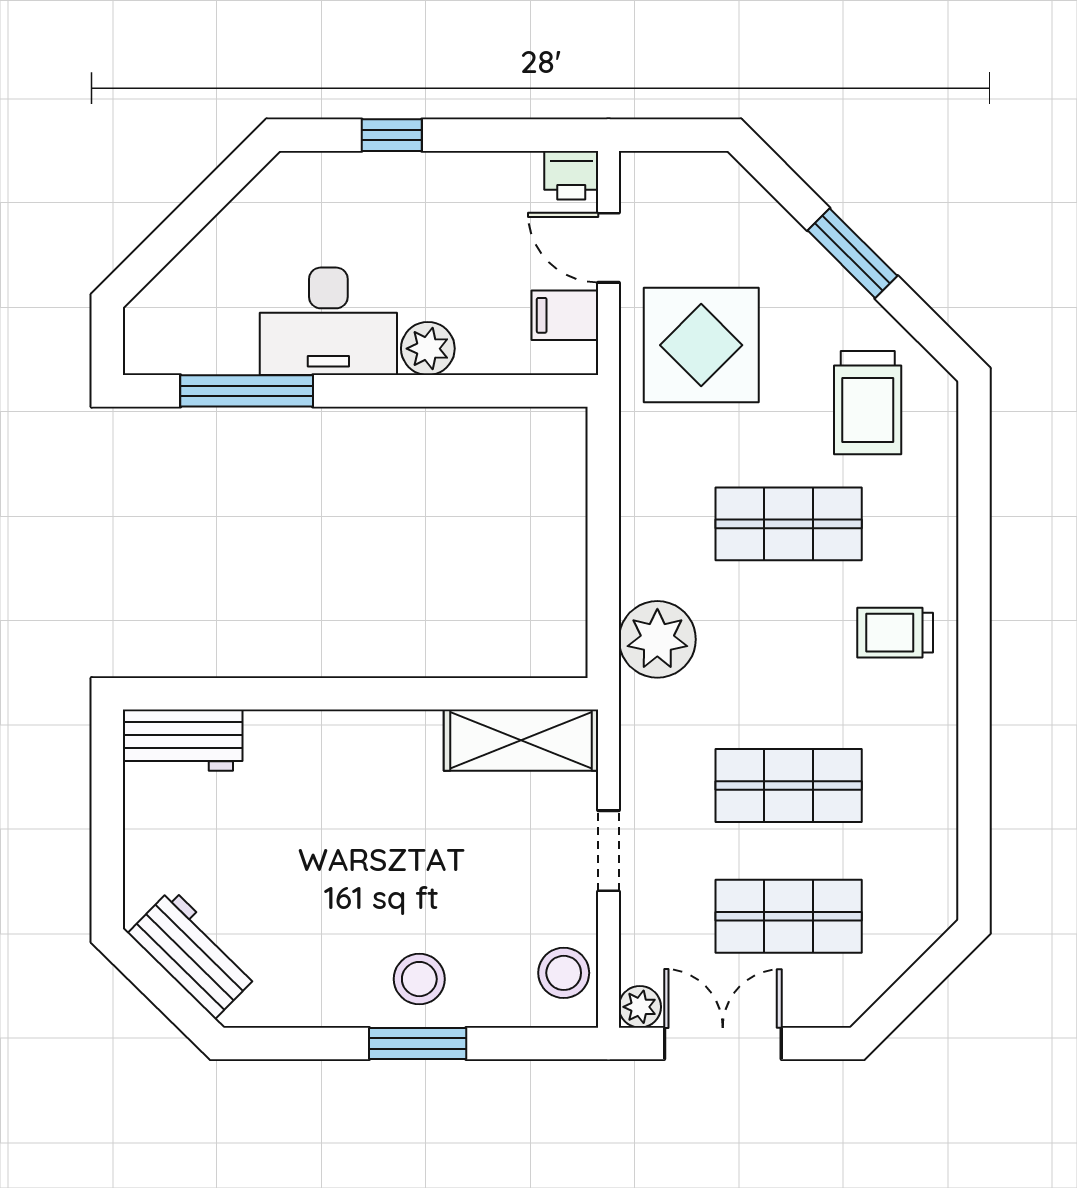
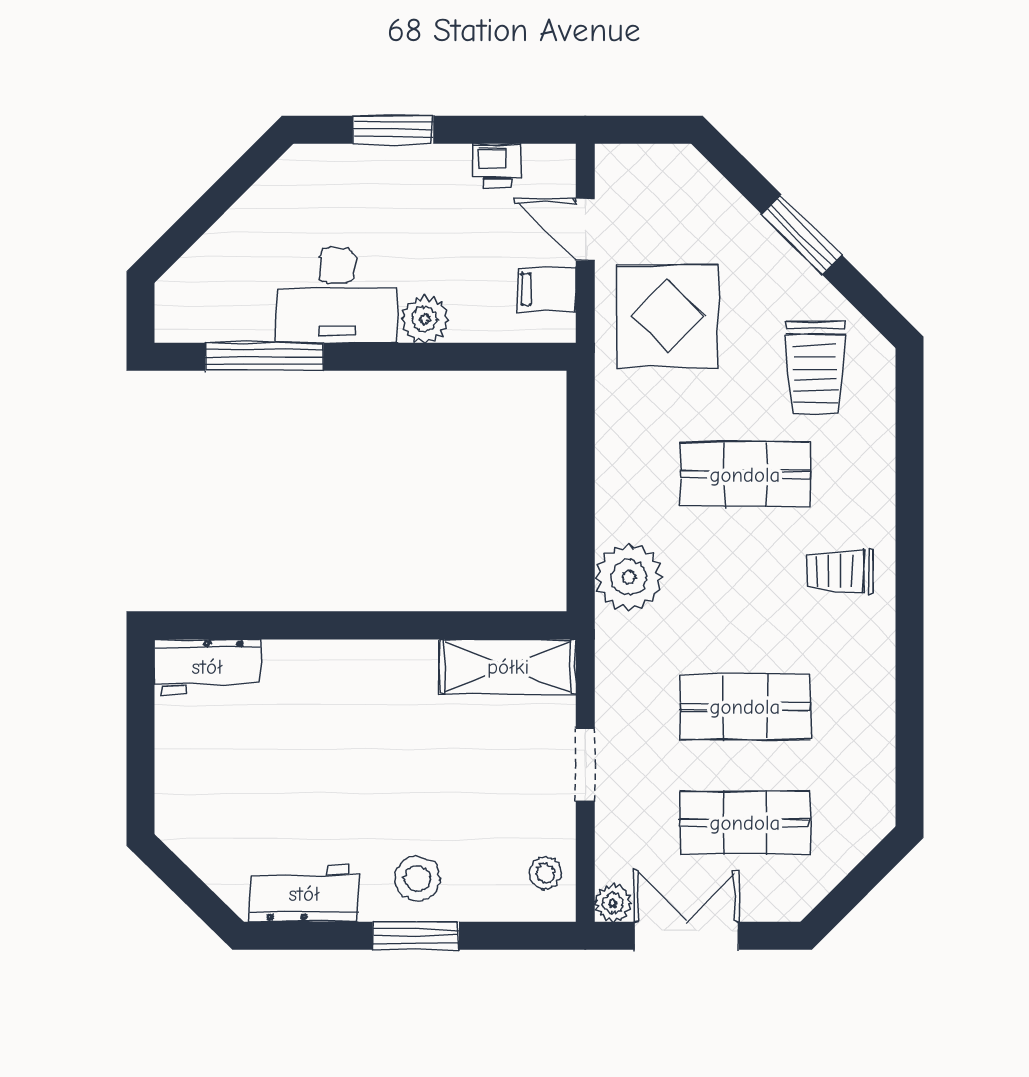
window: (392, 135) -> (393, 130), width x1.50
printer: (571, 175) -> (497, 165), moved
workbench: (193, 954) -> (304, 894), moved, turned -45
stool: (564, 973) -> (546, 873), width x0.73, depth x0.73

